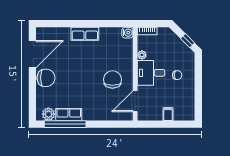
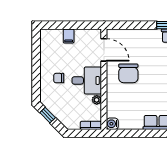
door: (135, 101) -> (104, 50), hinge flipped

